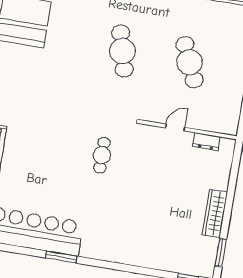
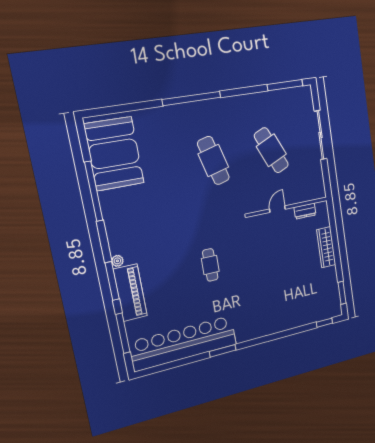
cafe table: (102, 155) -> (210, 265), moved
wardrobe: (215, 214) -> (326, 247), moved

